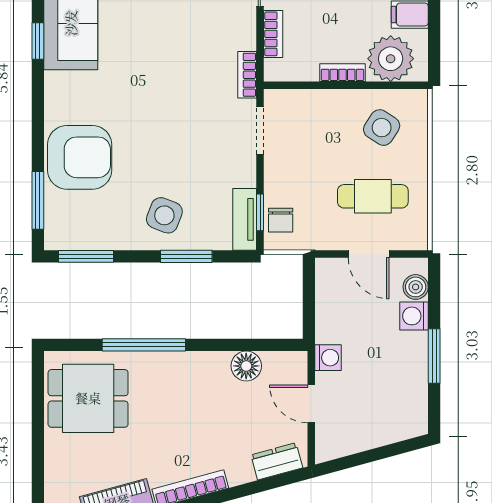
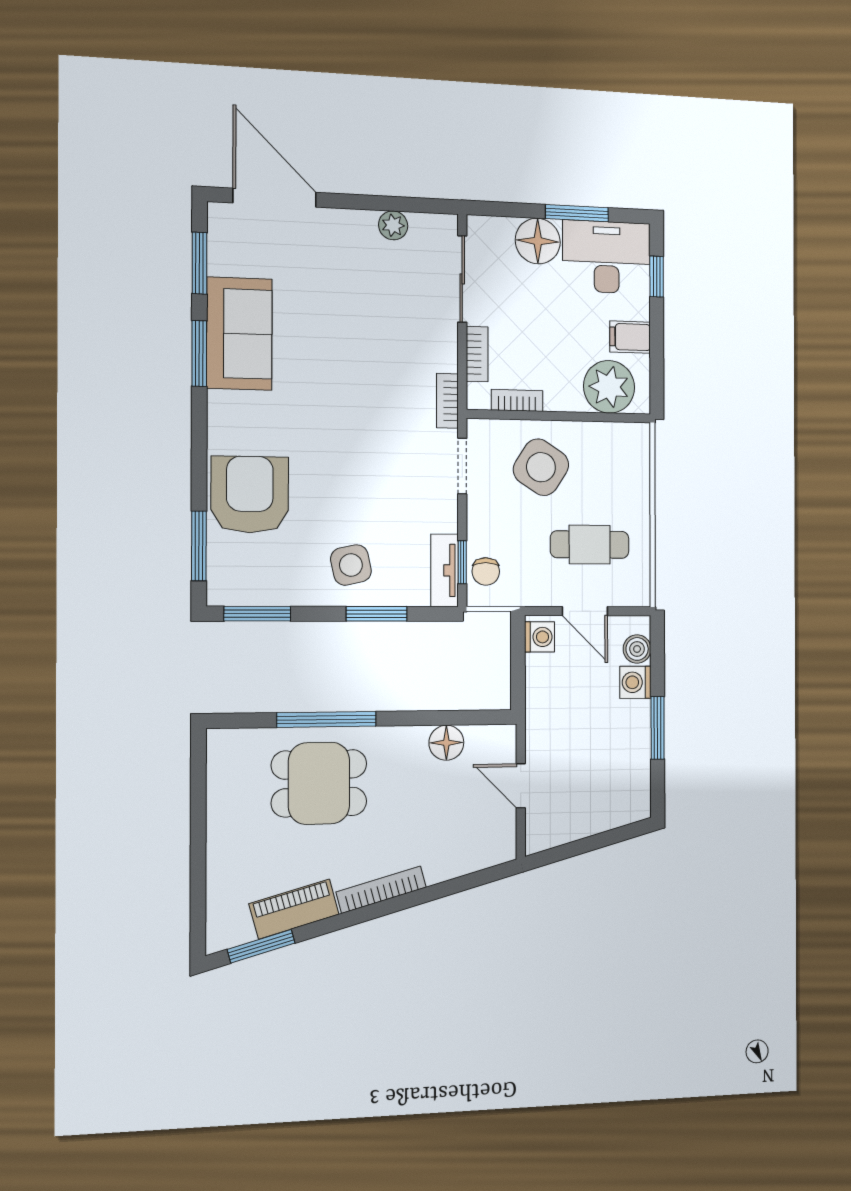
window: (38, 41) -> (199, 353), width x1.50
bookcase: (343, 73) -> (517, 400), moved
side table: (382, 128) -> (541, 467), moved, width x1.37, depth x1.37
armchair: (80, 157) -> (250, 495), turned -90
side table: (164, 215) -> (351, 565), turned -33
washing machine: (328, 358) -> (540, 637), moved
dining table: (88, 398) -> (319, 783), moved
dresser: (277, 461) -> (482, 854), removed

